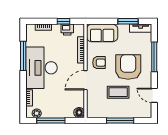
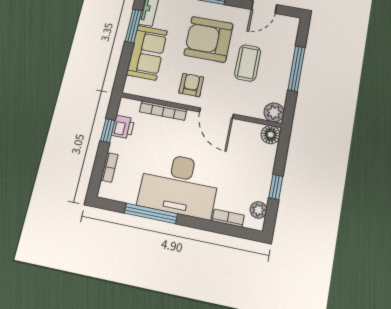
sofa: (102, 33) -> (147, 53), moved
plant: (92, 112) -> (274, 112), added
window: (51, 120) -> (276, 187), width x0.46

